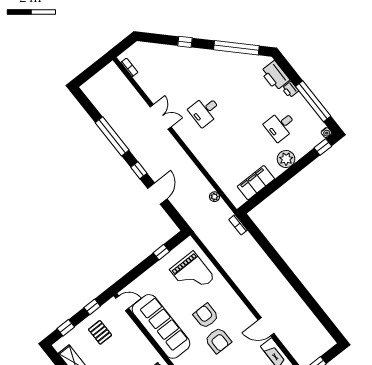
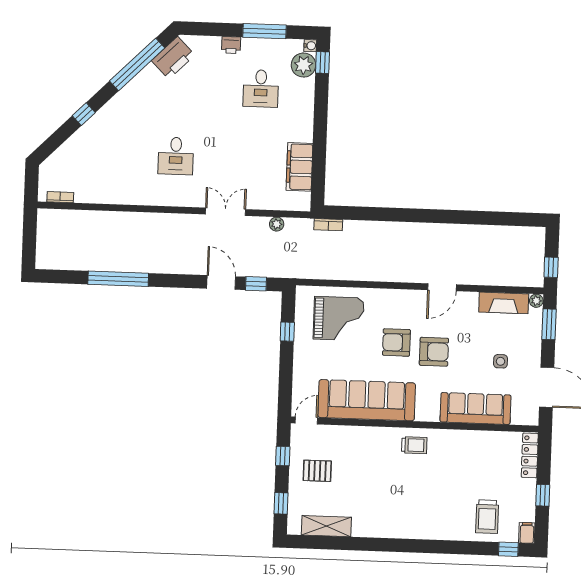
printer: (275, 76) -> (173, 58), moved, turned -45
window: (313, 101) -> (265, 31), width x0.68
double door: (161, 117) -> (225, 212), moved
plant: (286, 159) -> (304, 65), moved
window: (139, 170) -> (256, 284), moved
door: (266, 327) -> (442, 287), moved

